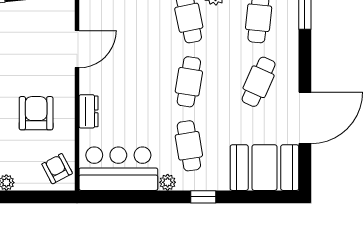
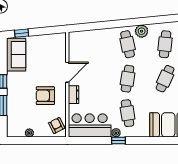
door: (77, 49) -> (67, 72), moved
armchair: (36, 113) -> (45, 96), turned -90
window: (203, 197) -> (118, 141), moved

